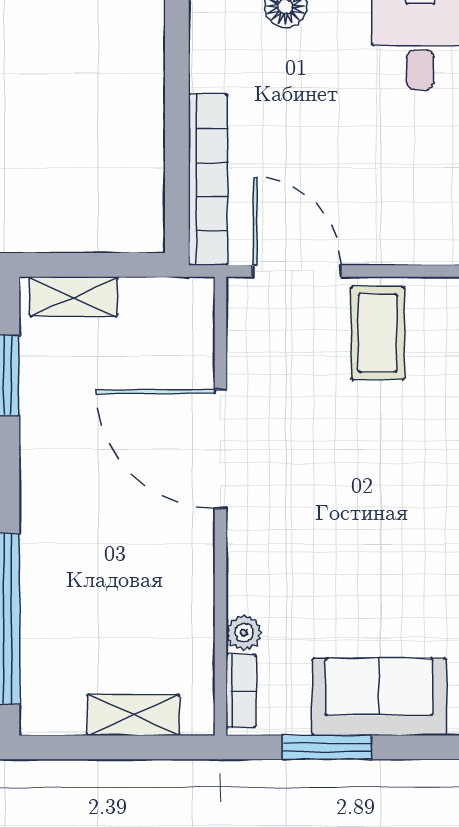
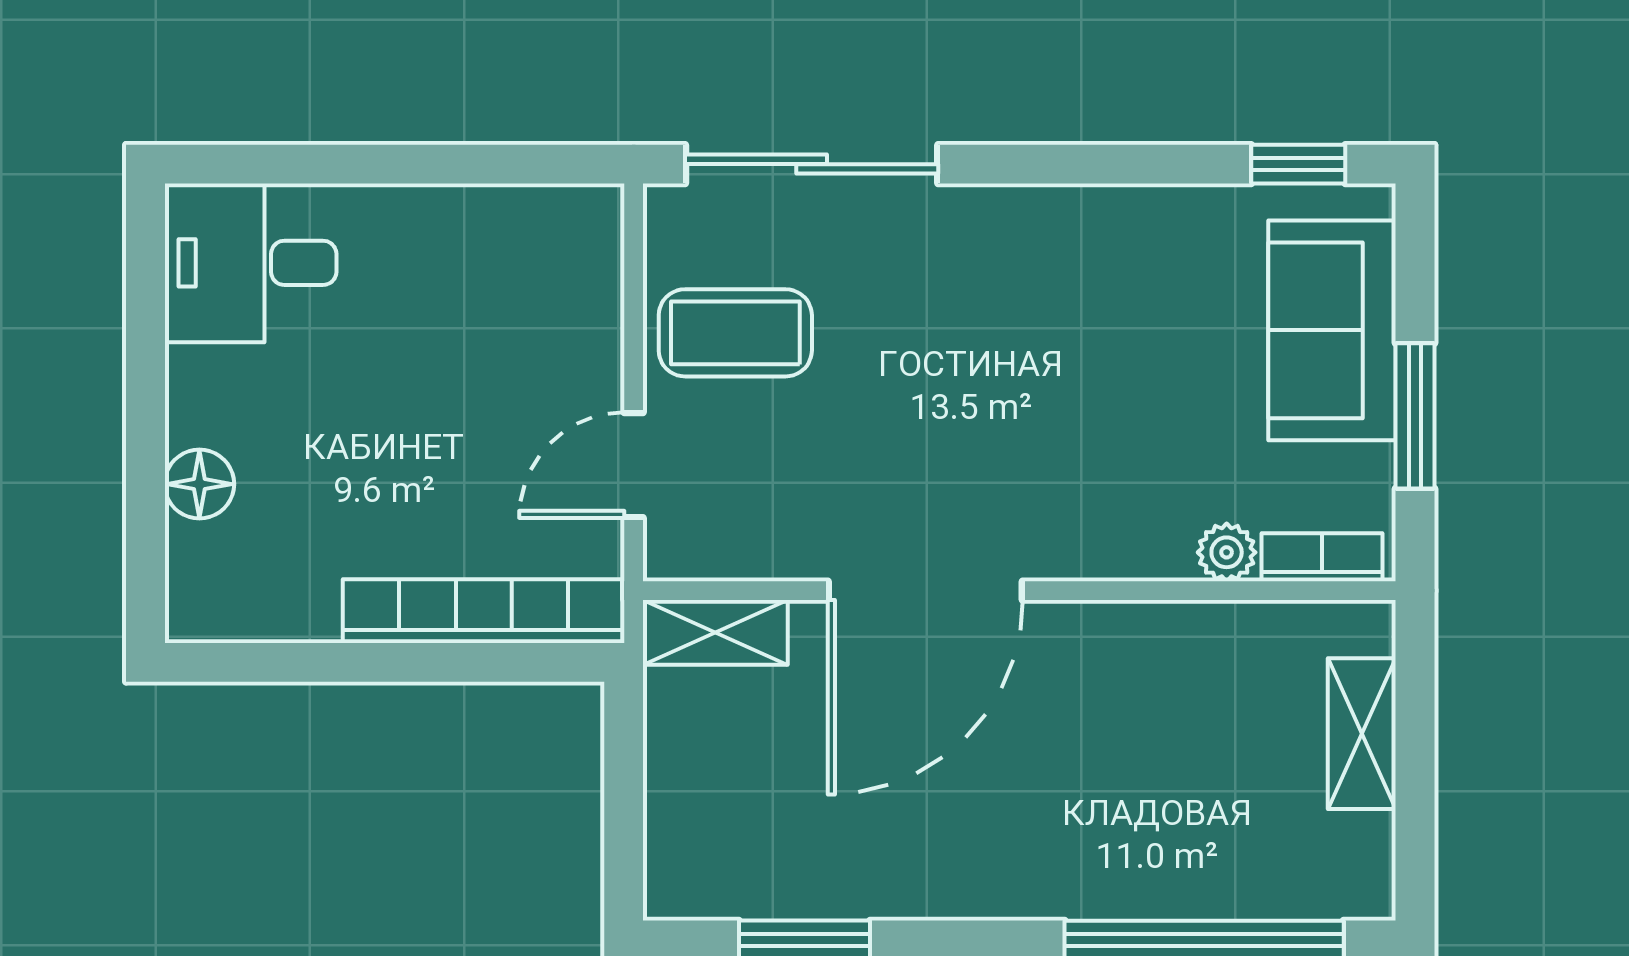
door: (297, 271) -> (634, 465), width x0.73
shelving: (74, 297) -> (715, 632), moved, turned 90

